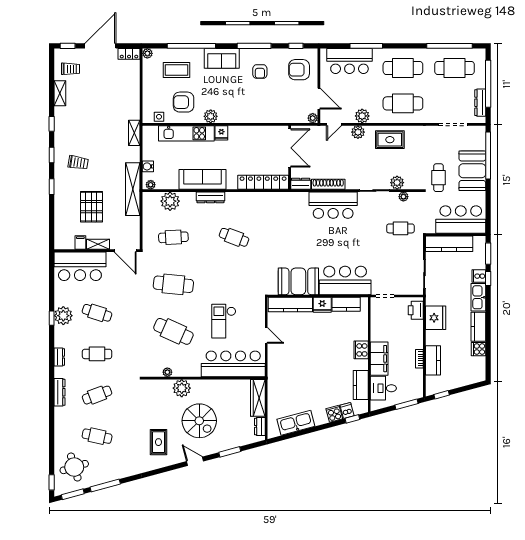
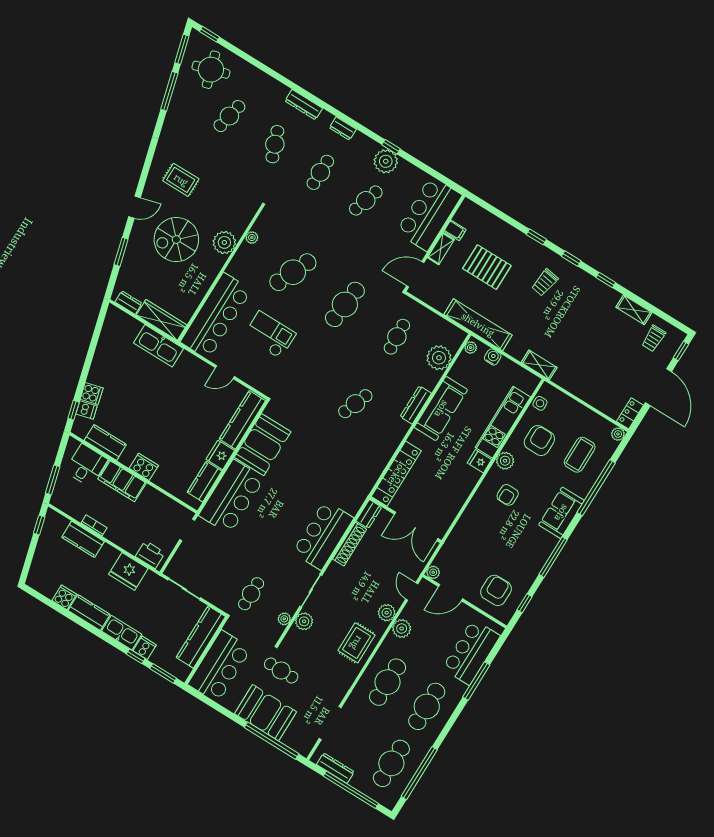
armchair: (260, 72) -> (508, 495), moved, turned -90
kitchen sink: (296, 423) -> (159, 346), moved, turned 105

